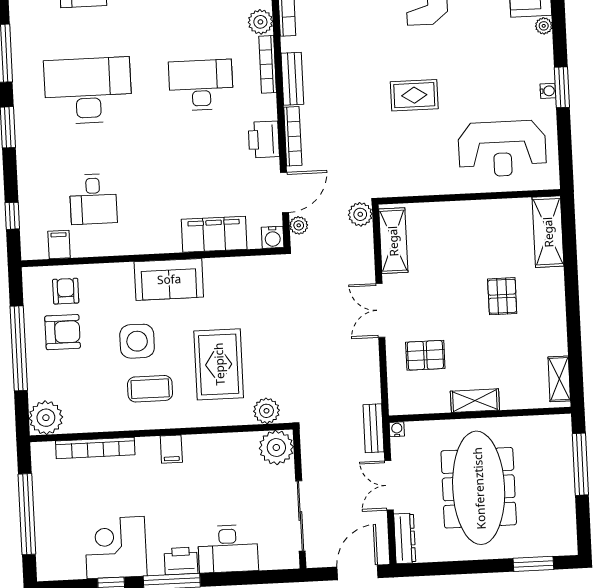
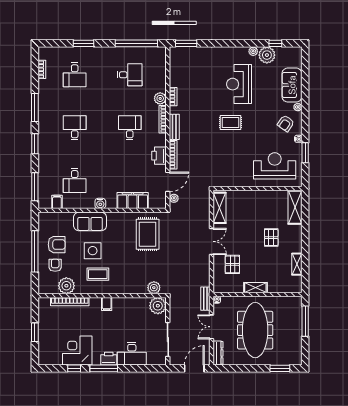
armchair: (521, 60) -> (286, 123), added
desk: (201, 85) -> (130, 128), width x0.73
window: (562, 87) -> (305, 153), moved
desk: (88, 91) -> (75, 128), width x0.53, depth x0.77
rug: (414, 95) -> (231, 123), moved
reception desk: (502, 149) -> (275, 166), turned 180
plant: (360, 214) -> (204, 194), removed
window: (12, 216) -> (35, 187), width x2.17
water cooler: (273, 237) -> (100, 203), moved
sofa: (169, 279) -> (90, 221), moved
armchair: (66, 291) -> (55, 265), moved
double door: (380, 310) -> (212, 241), swing flipped
pallet: (425, 355) -> (232, 264), turned 90
rug: (219, 364) -> (148, 234), moved
shelving: (559, 379) -> (297, 264), moved
plant: (46, 418) -> (66, 286), moved
window: (27, 514) -> (35, 332), width x0.47

